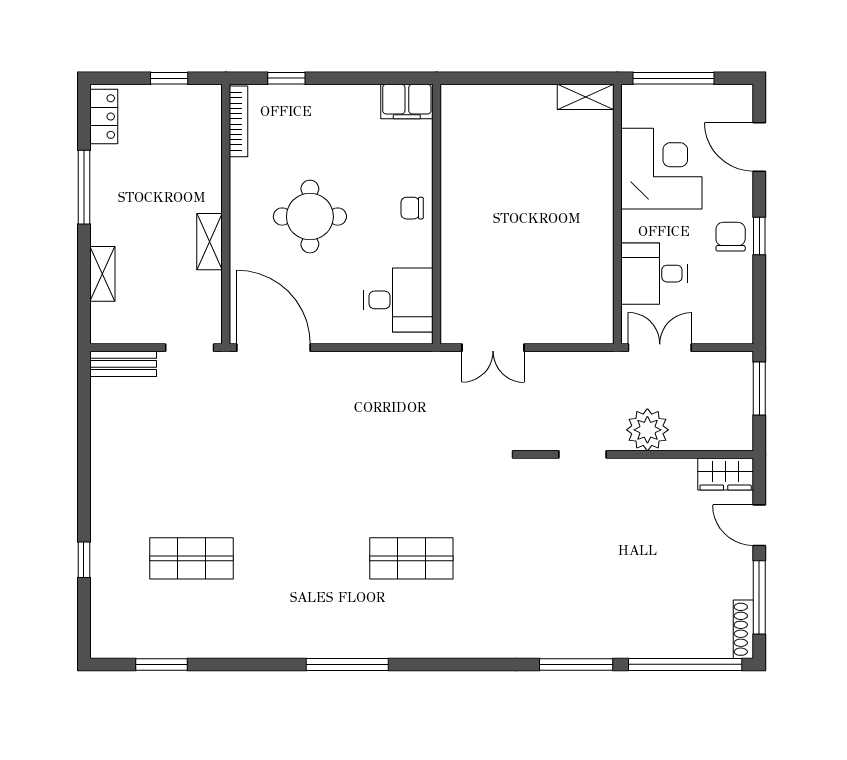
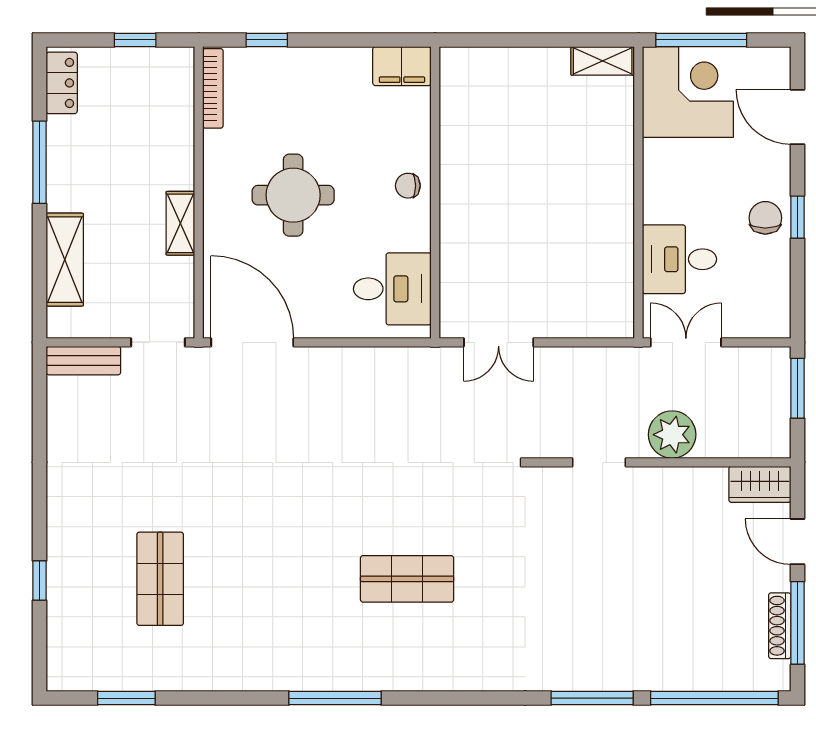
corner desk: (661, 169) -> (688, 92), moved
shelving: (102, 274) -> (65, 260), width x1.50, depth x1.33
shop shelf: (191, 558) -> (160, 579), turned 90
shoe rack: (743, 629) -> (780, 626), moved

